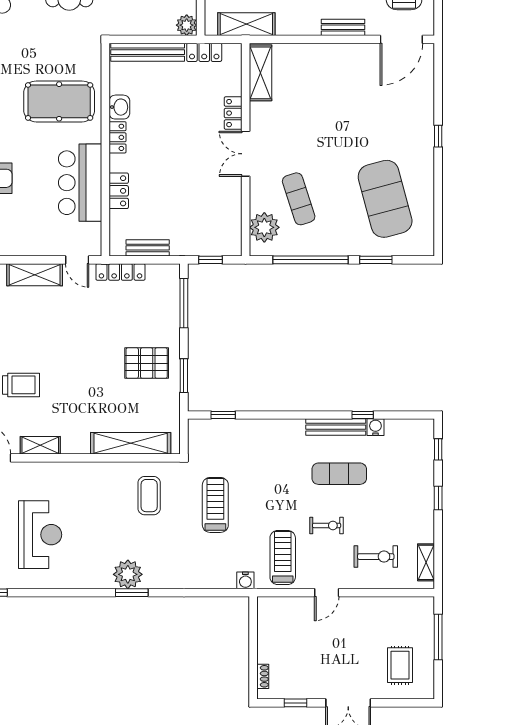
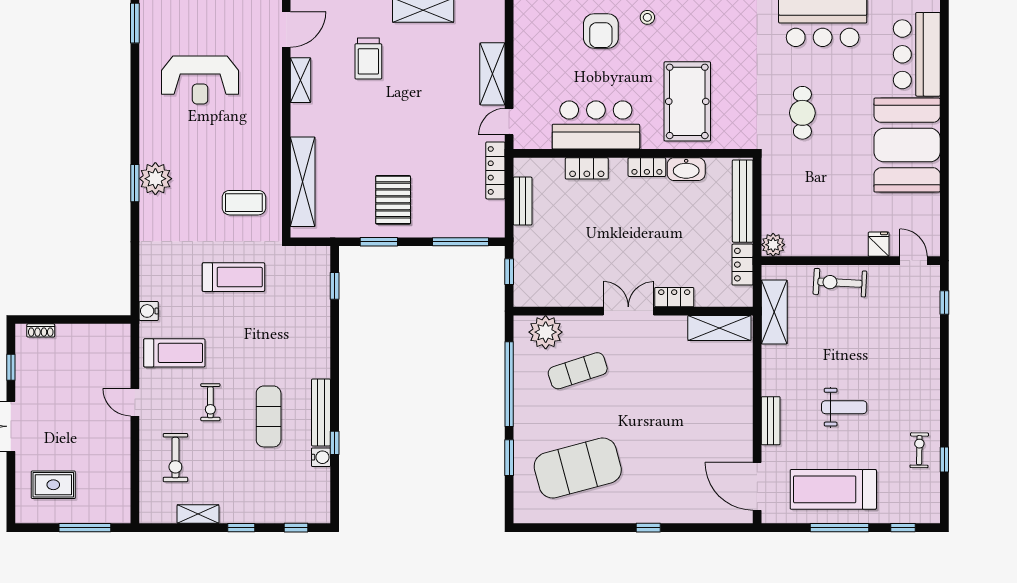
washbasin: (119, 107) -> (686, 169), width x1.38
shelving: (426, 562) -> (198, 514), moved

